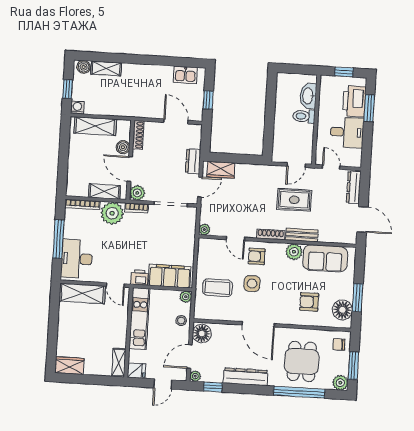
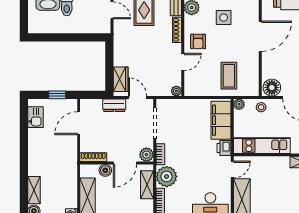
side table: (252, 284) -> (224, 18), moved

